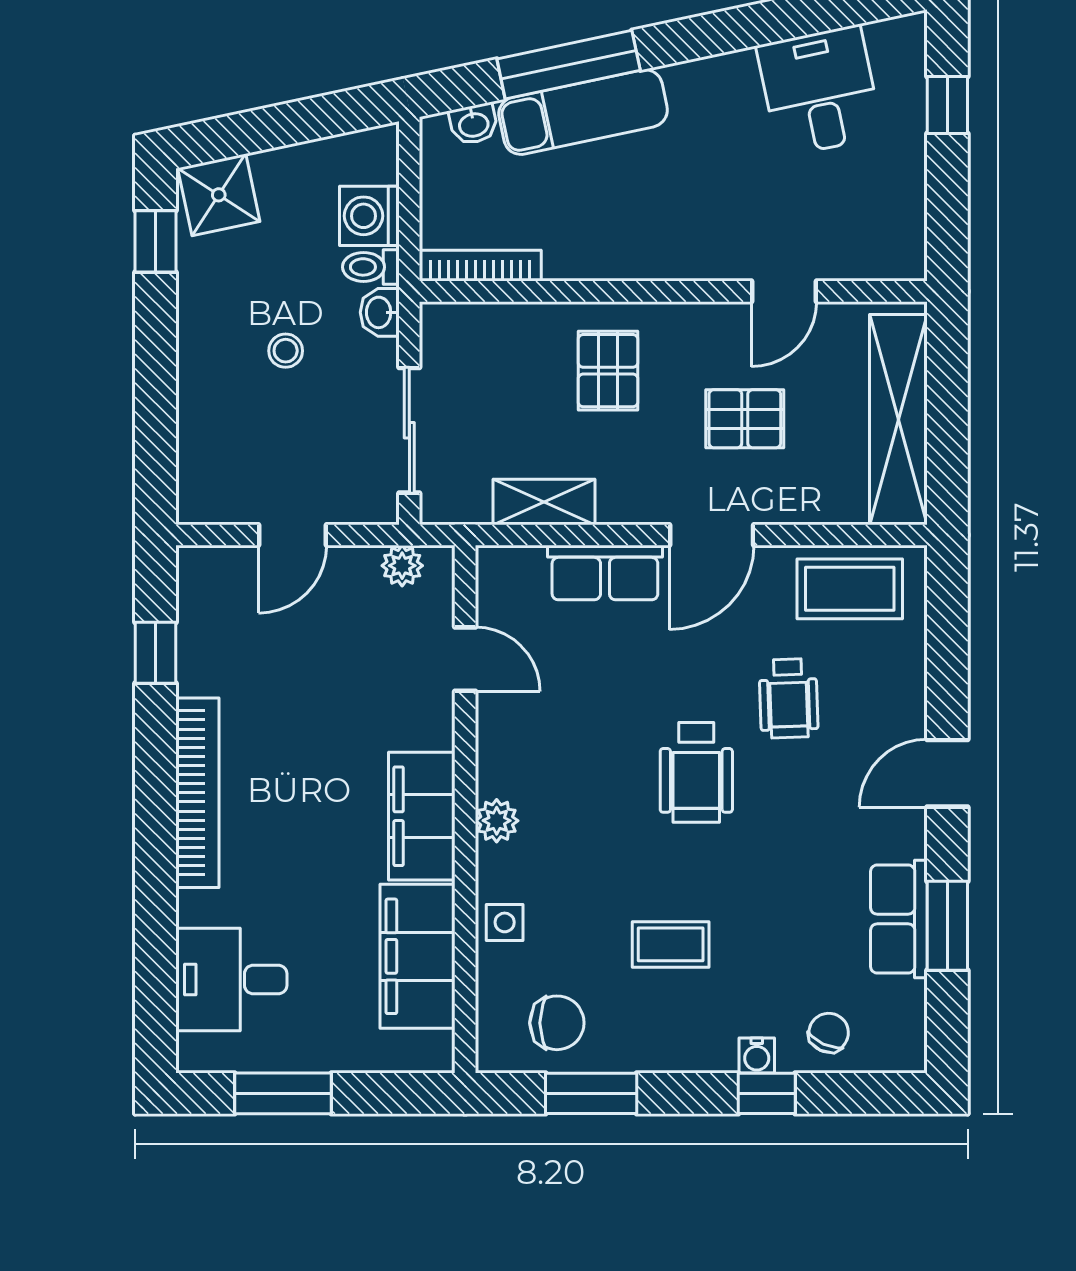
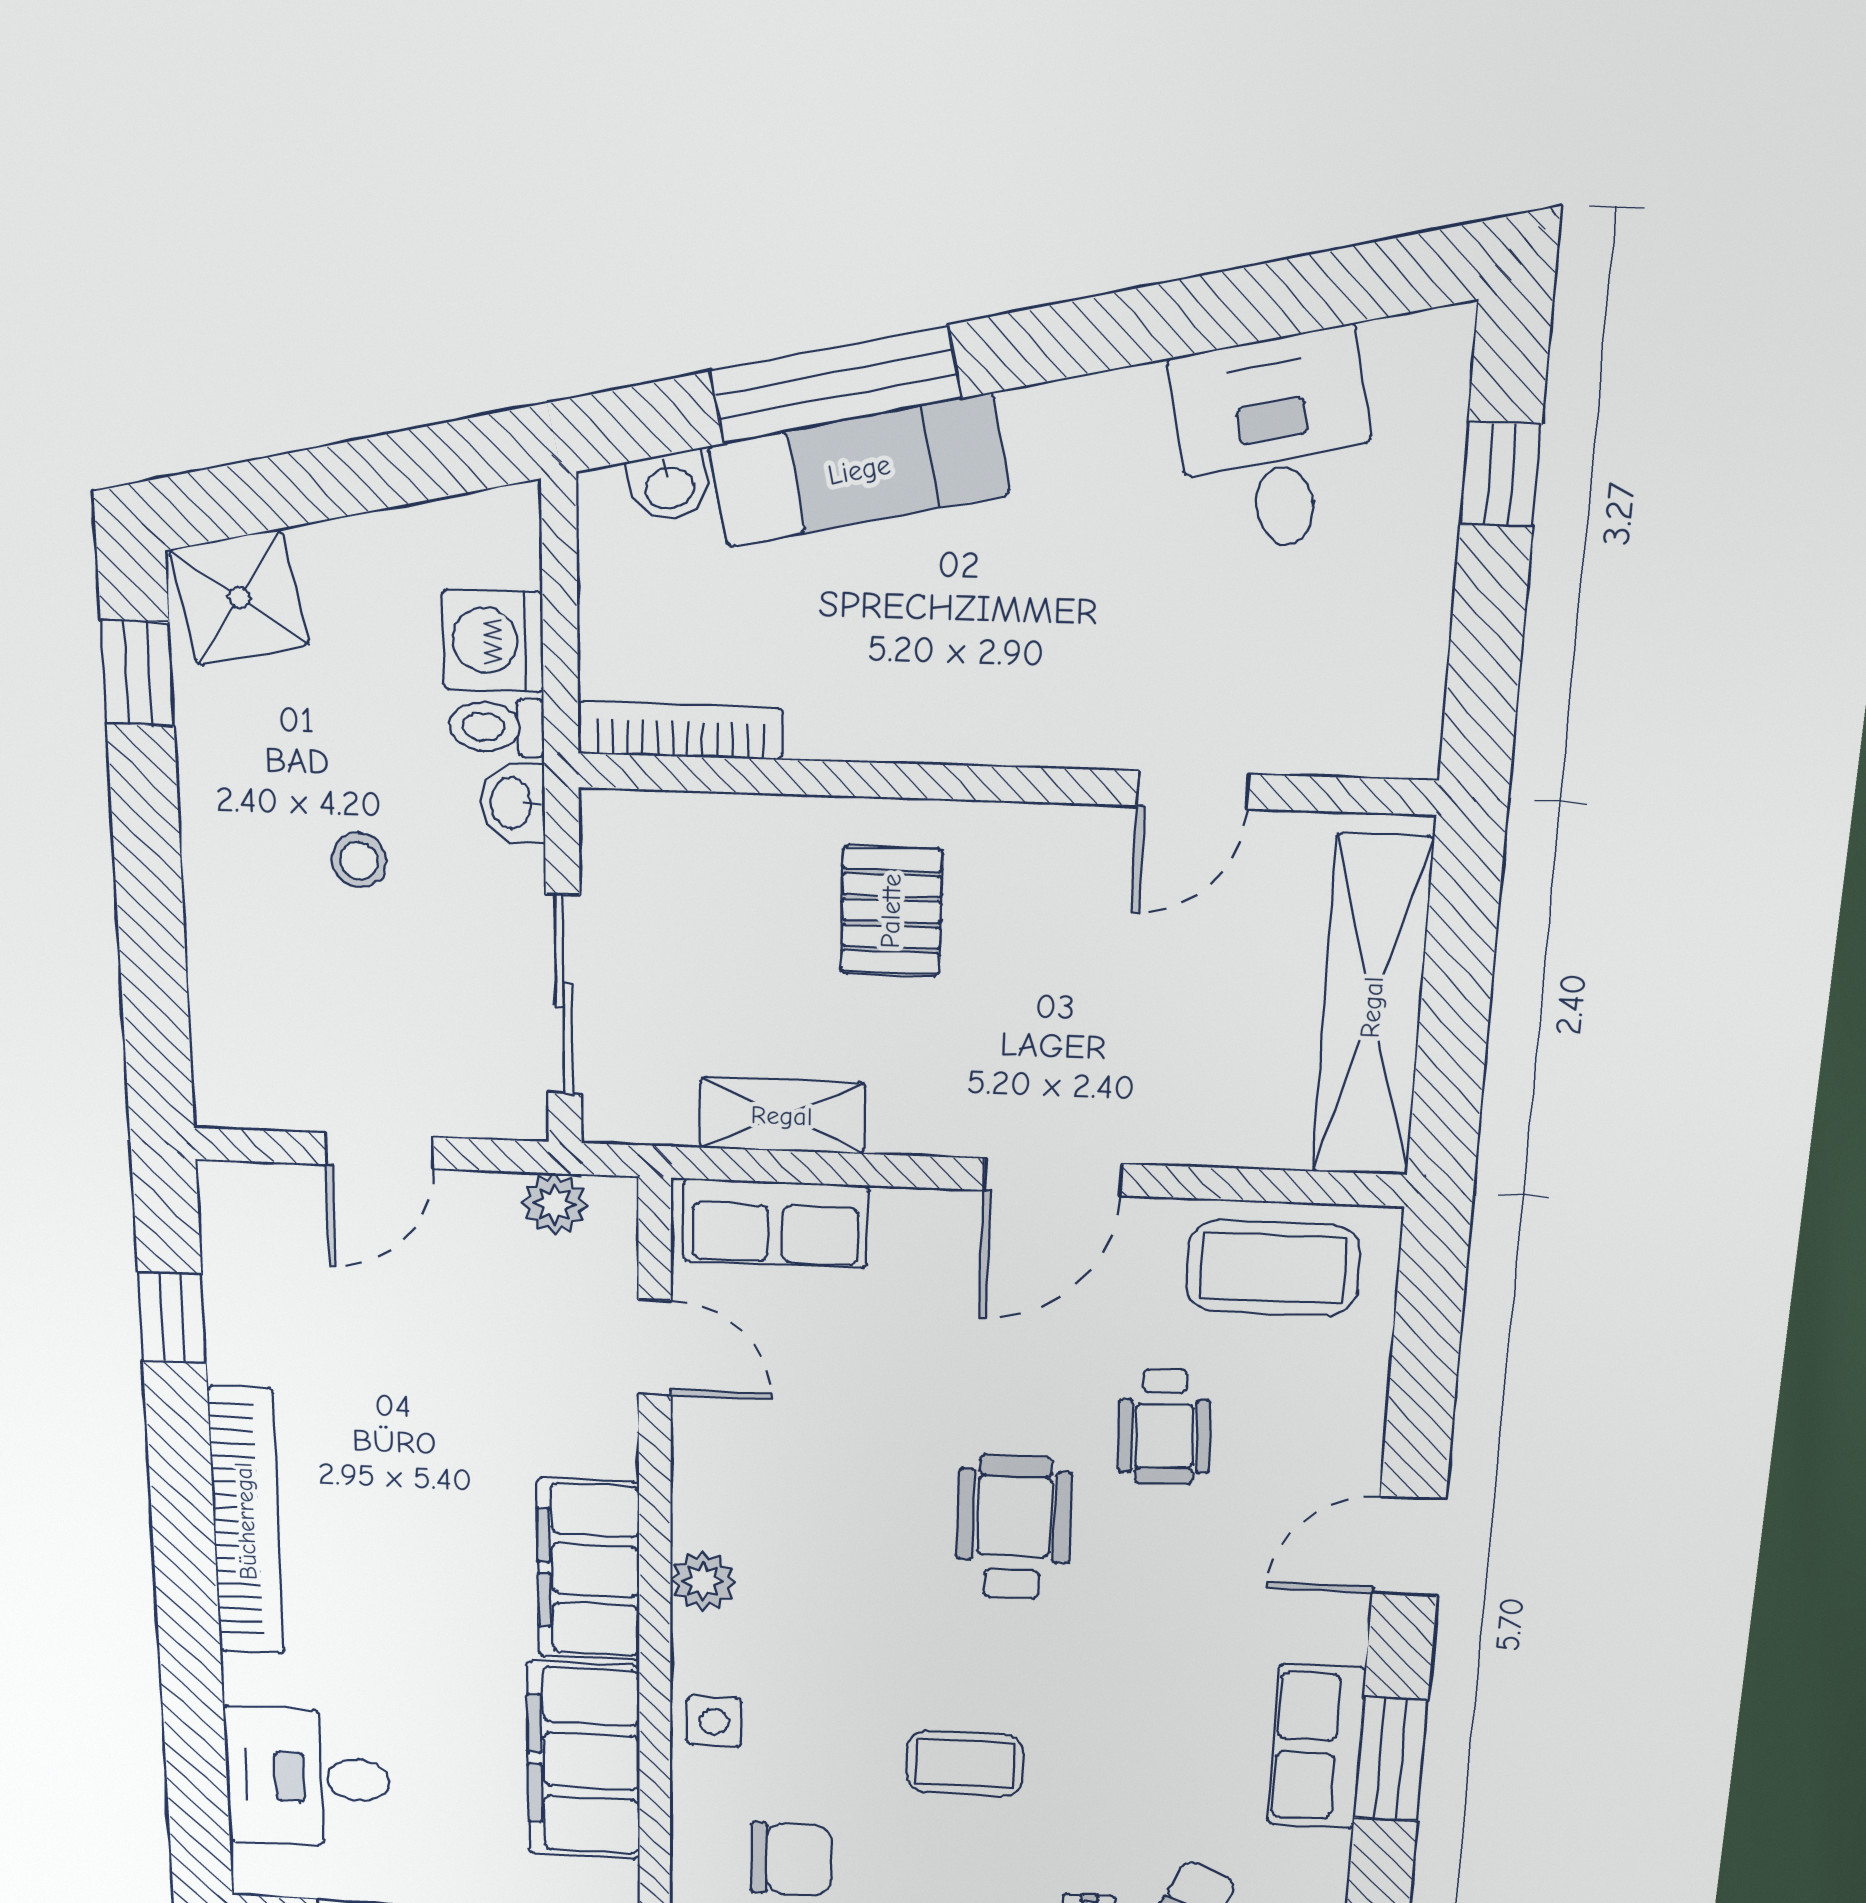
pallet: (745, 419) -> (1116, 996), removed
row of seats: (605, 573) -> (775, 1223), moved
wheelchair: (696, 772) -> (1014, 1527), turned 180

